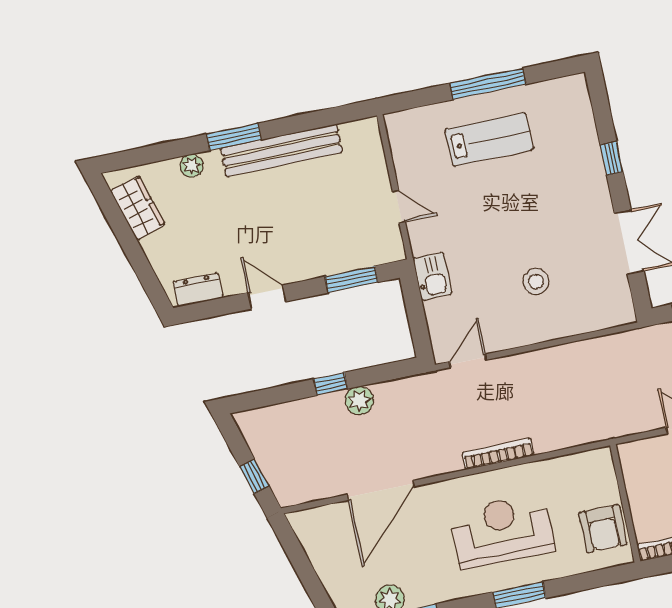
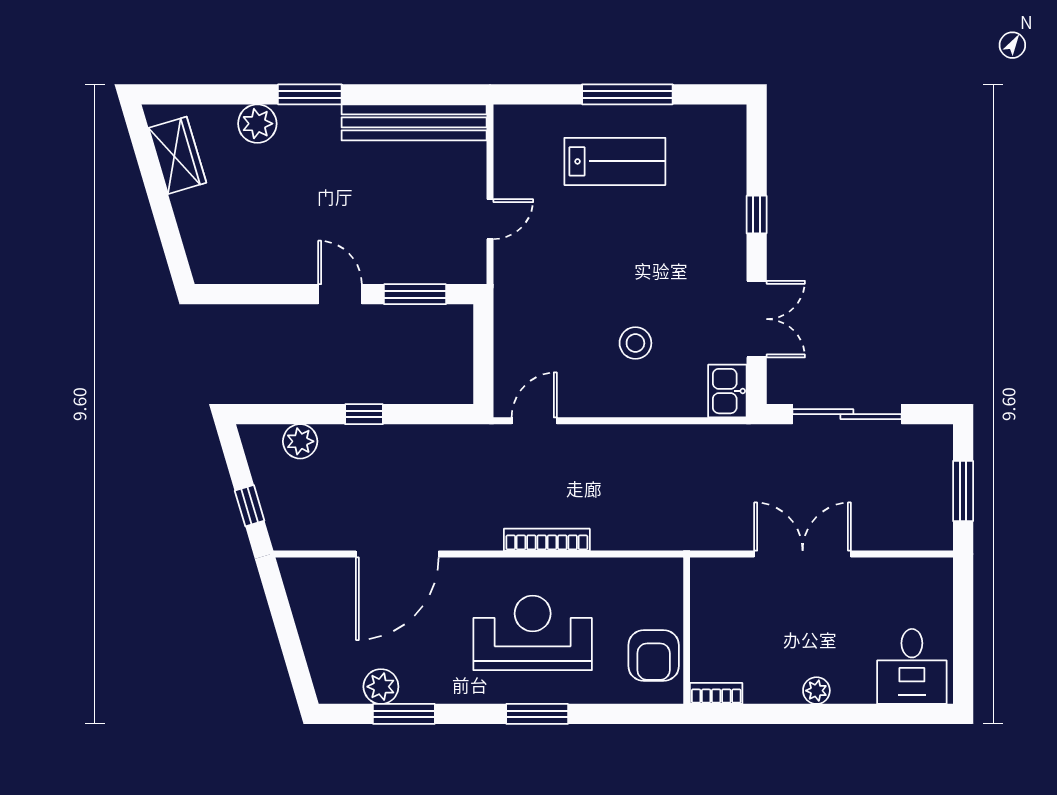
bench: (282, 150) -> (414, 122), moved
plant: (191, 166) -> (257, 124), width x1.38, depth x1.38
door: (399, 207) -> (490, 219), hinge flipped
kitchen sink: (432, 276) -> (727, 391), moved, turned 180
dresser: (198, 290) -> (229, 268), removed
door: (267, 297) -> (340, 294), moved
plant: (359, 401) -> (300, 441), moved

